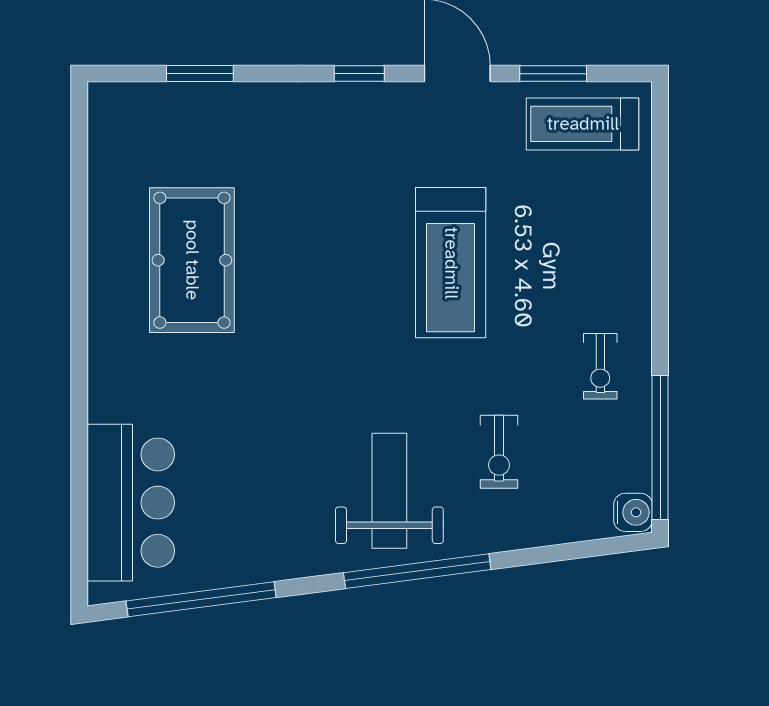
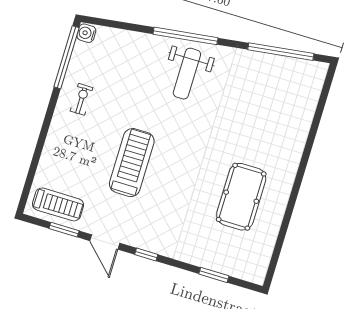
exercise bike: (499, 452) -> (135, 76), removed
bar counter: (131, 503) -> (298, 102), removed

